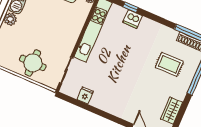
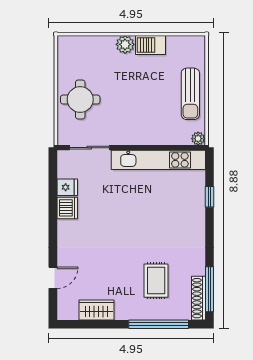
dishwasher: (133, 19) -> (67, 208), moved, turned 180

